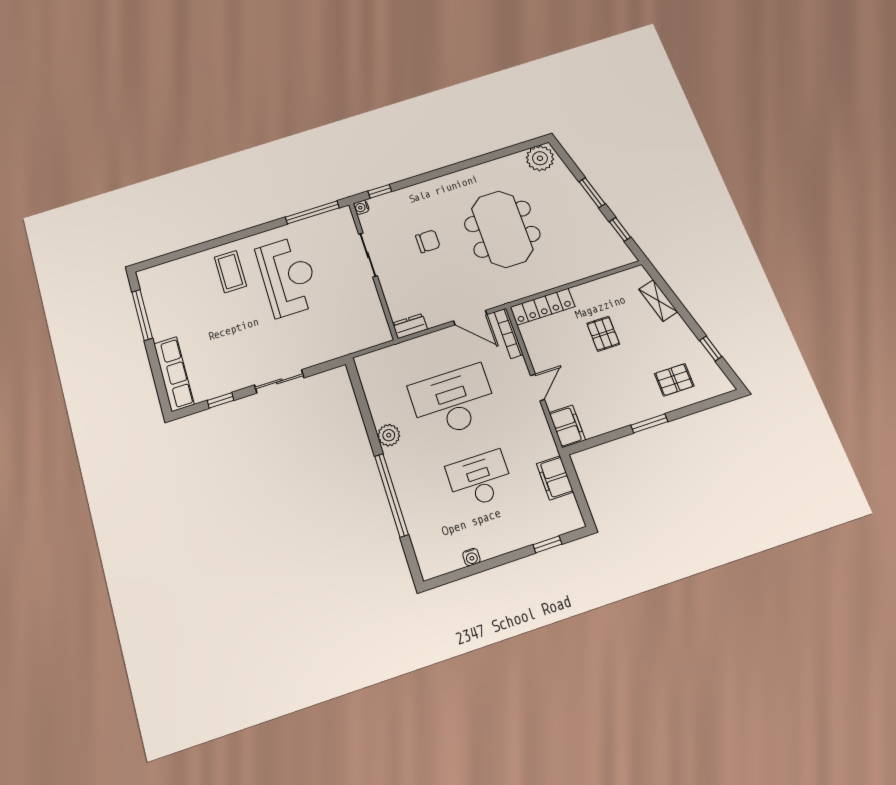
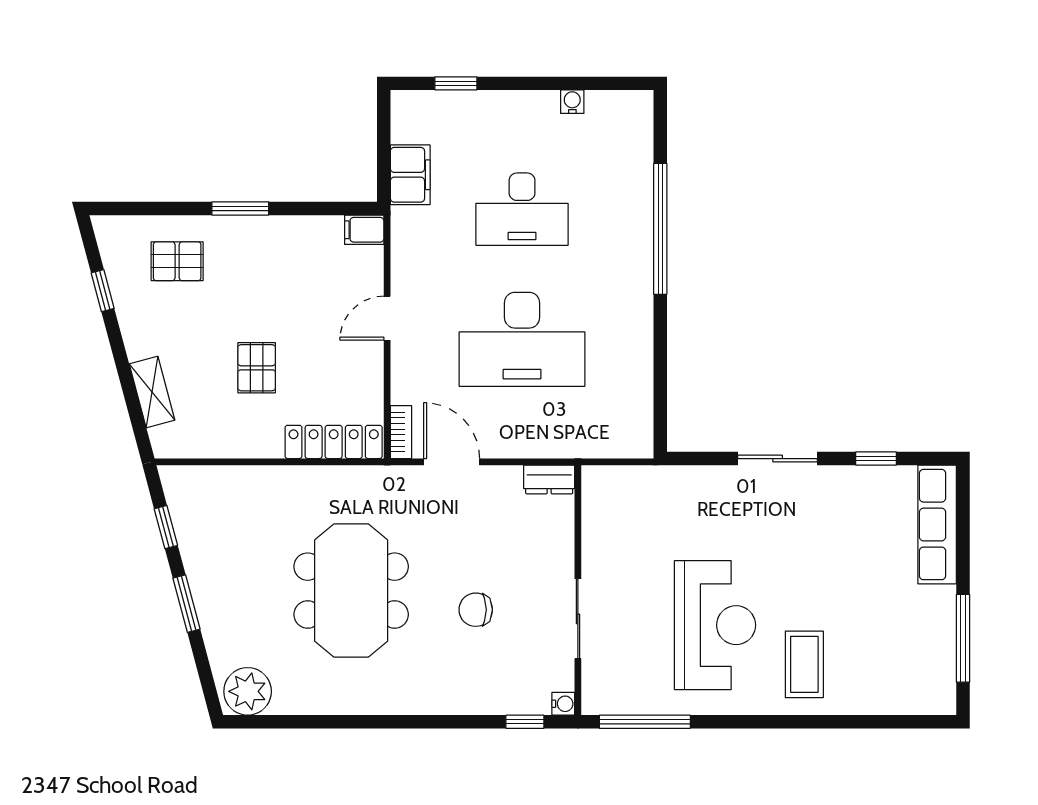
reception desk: (288, 276) -> (715, 625), turned 180
bookcase: (509, 333) -> (401, 432), width x0.64
filing cabinet: (567, 426) -> (364, 230), width x0.50
plant: (389, 435) -> (636, 320), removed

